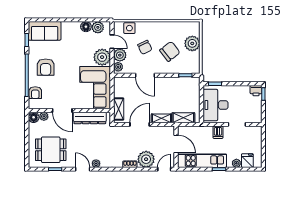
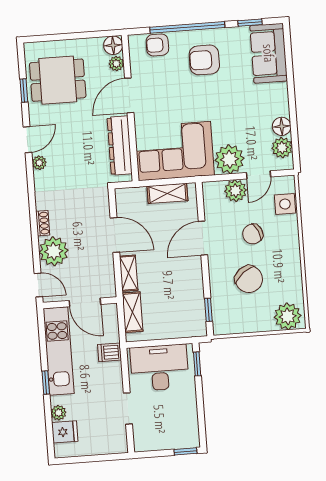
plant: (192, 43) -> (288, 316), moved
plant: (118, 67) -> (214, 189), removed
printer: (256, 91) -> (190, 438), removed
shelving: (119, 109) -> (167, 193), moved
dishwasher: (218, 132) -> (110, 352), moved
door: (176, 144) -> (85, 302), hinge flipped
dining table: (51, 150) -> (58, 80), turned 90

